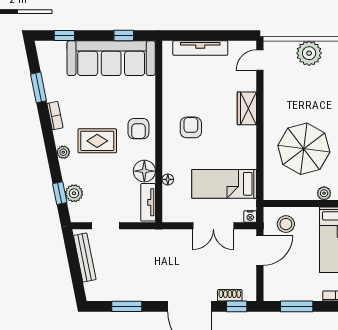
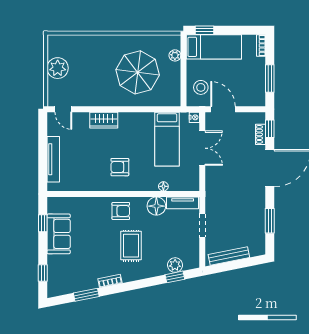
sofa: (111, 58) -> (59, 234), width x0.54, depth x0.79
plant: (63, 152) -> (141, 274), removed
doorway: (106, 226) -> (202, 226), moved

